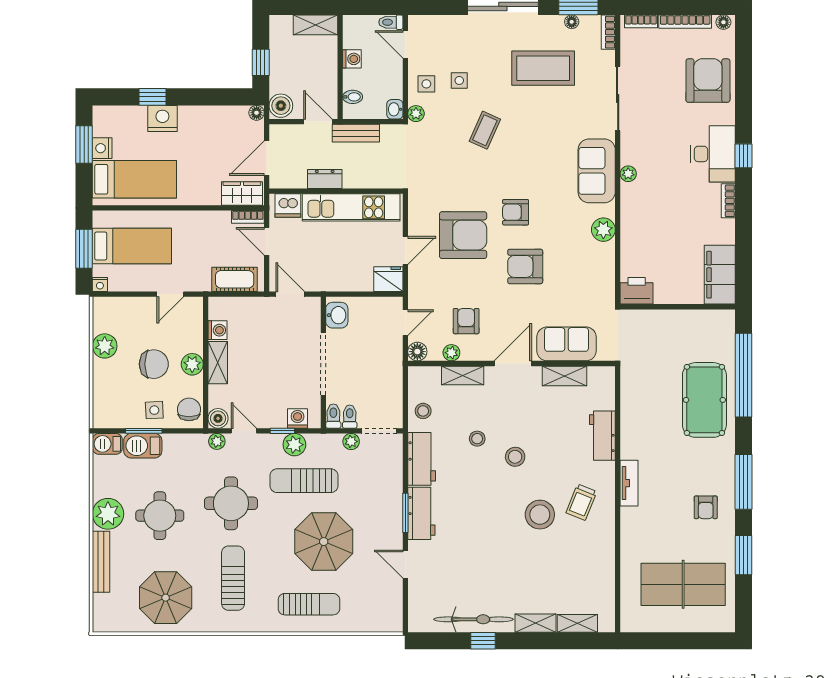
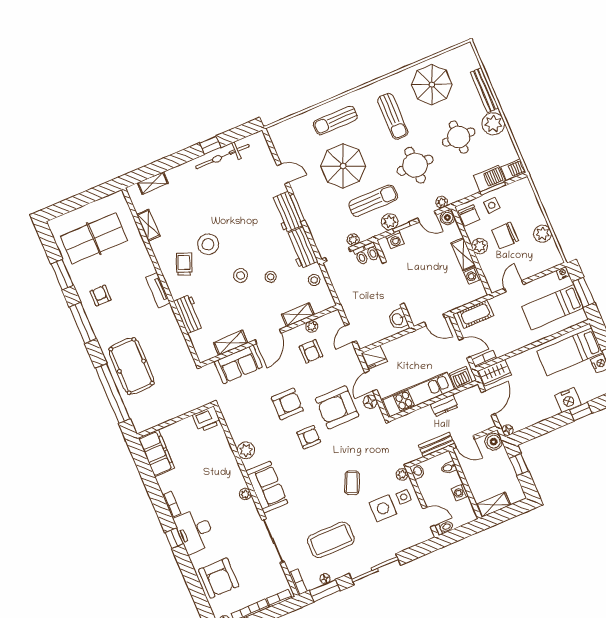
side table: (459, 80) -> (383, 508), width x1.87, depth x1.87
floor lamp: (417, 352) -> (370, 402), moved
shelving: (535, 623) -> (148, 225), moved, turned 90

